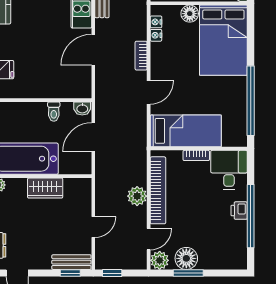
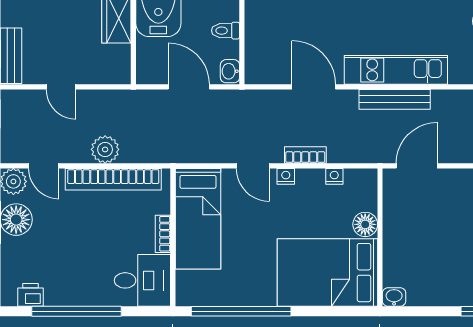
nightstand: (156, 22) -> (286, 176), moved
printer: (239, 211) -> (31, 295), moved

